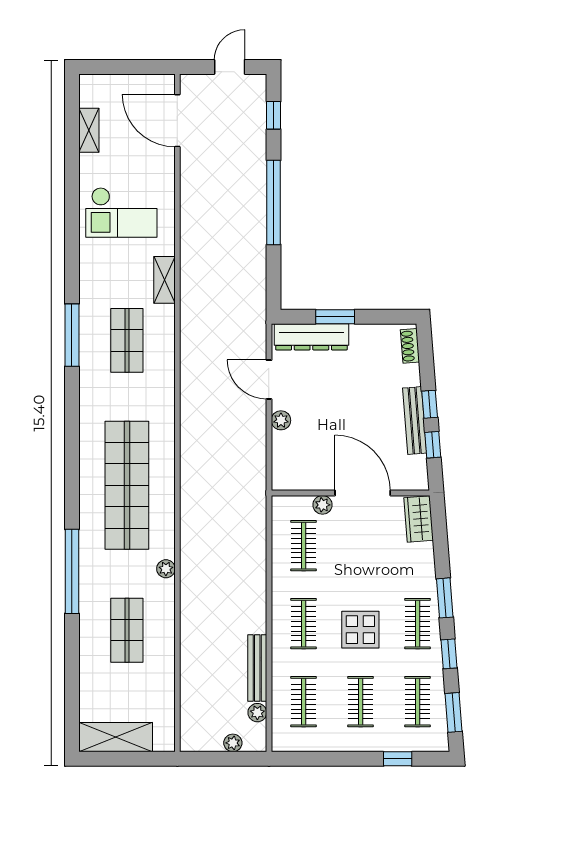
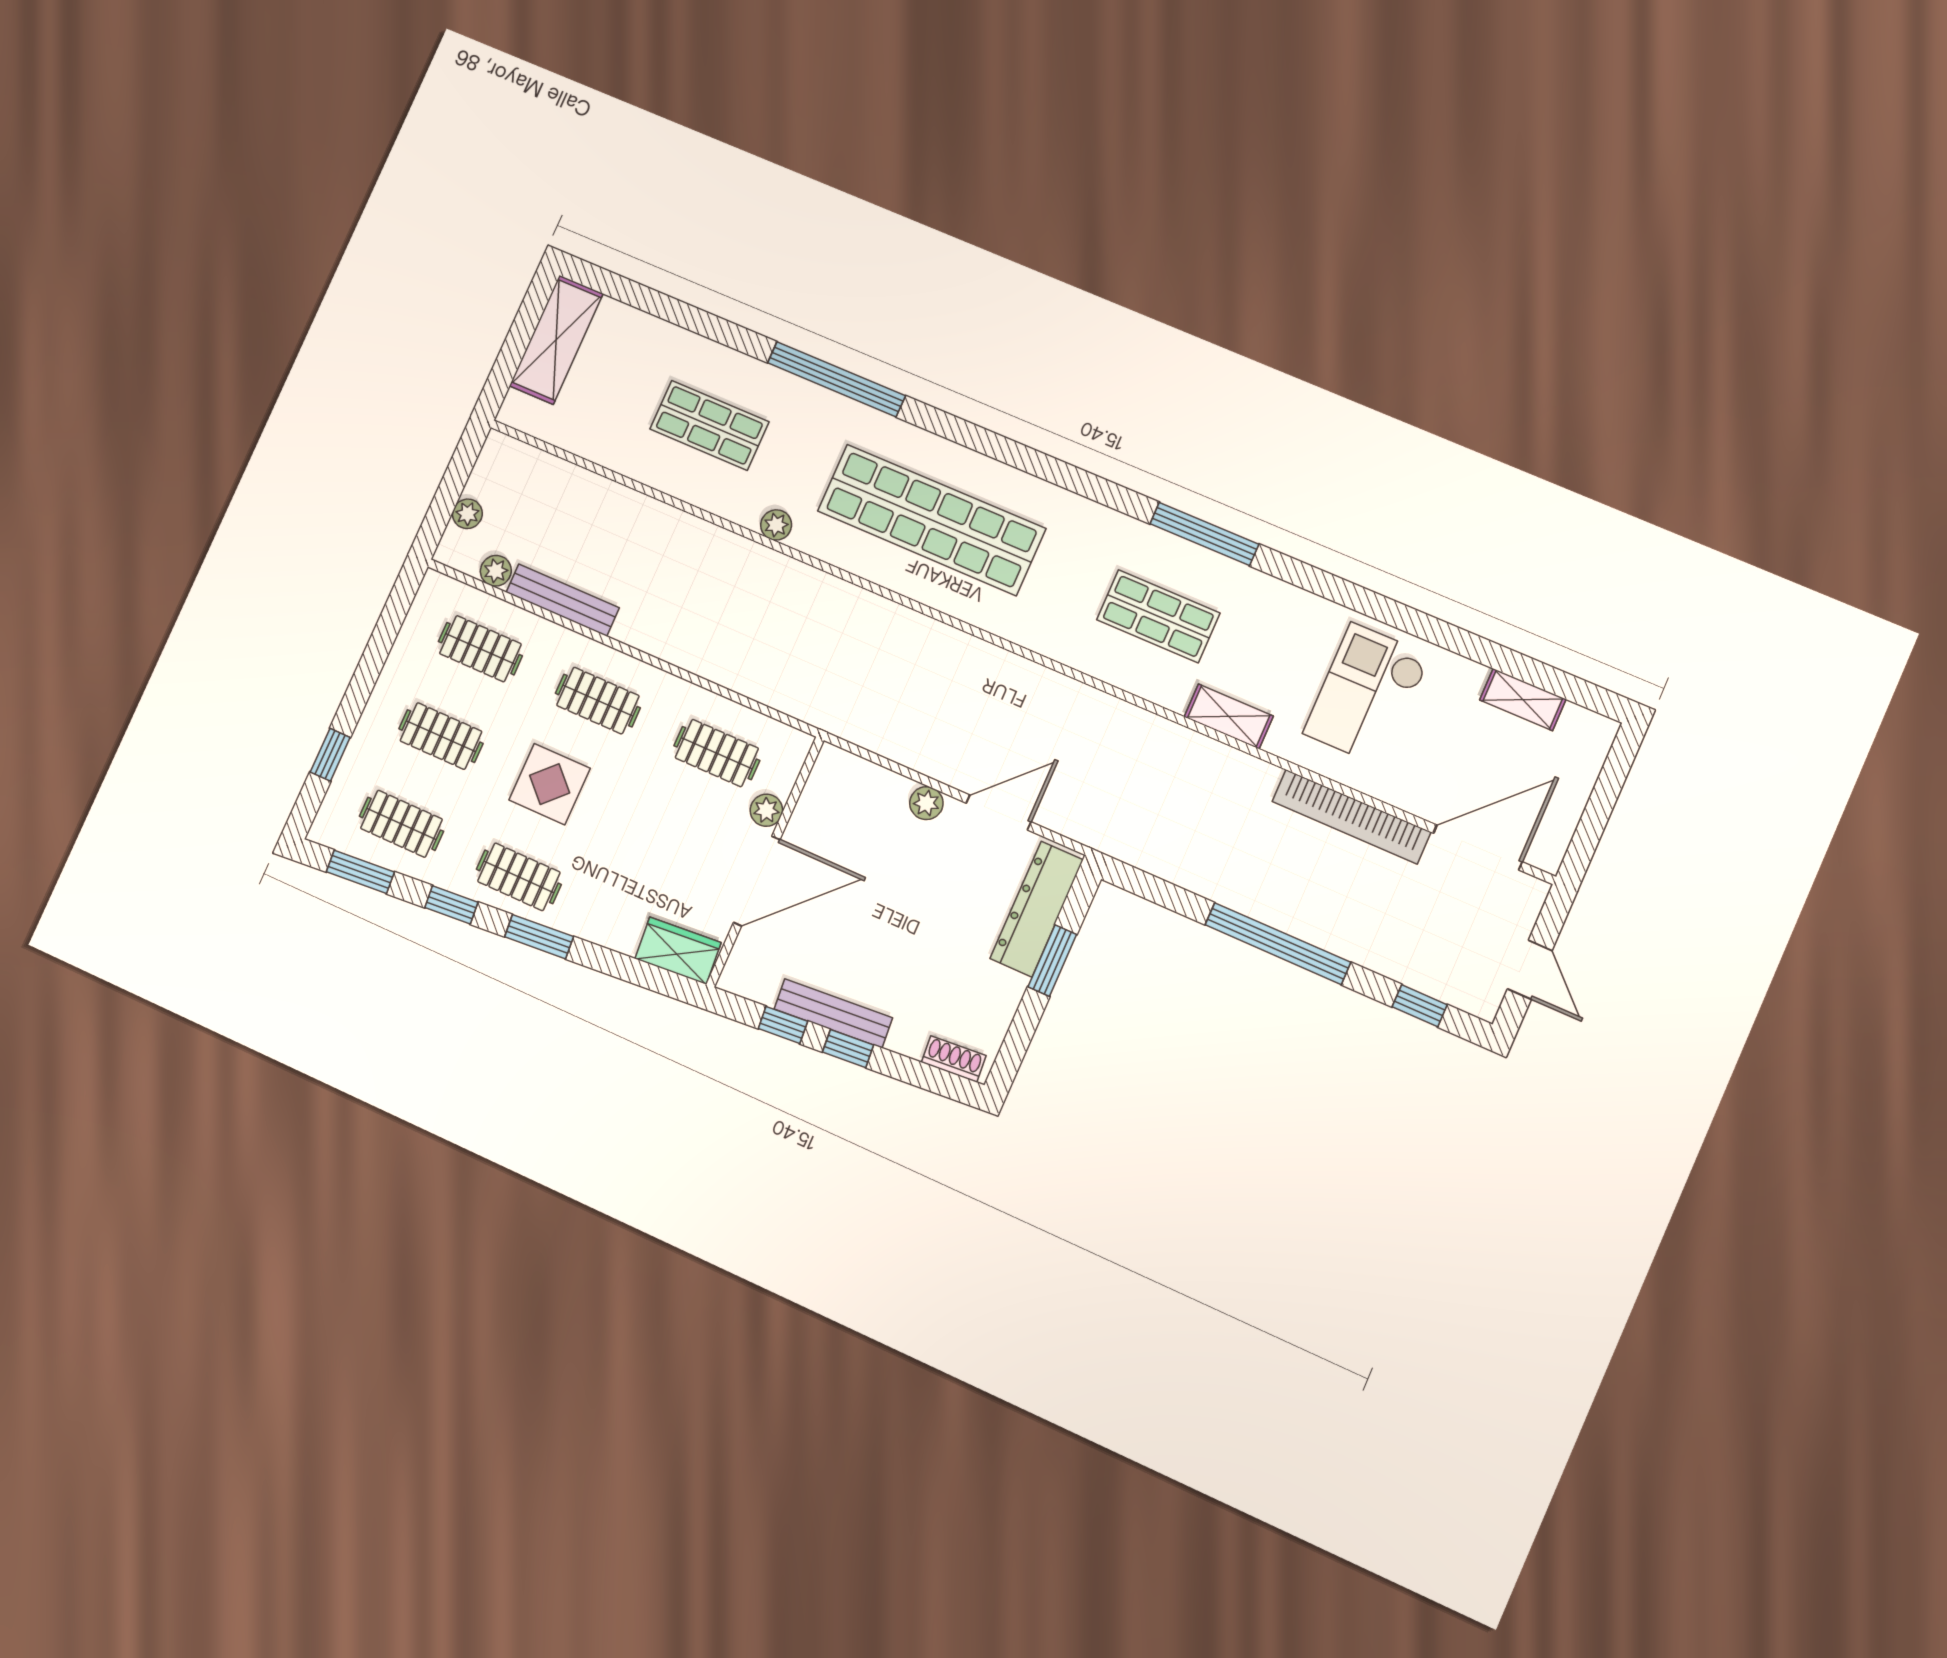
bookcase: (190, 193) -> (1351, 817), added

